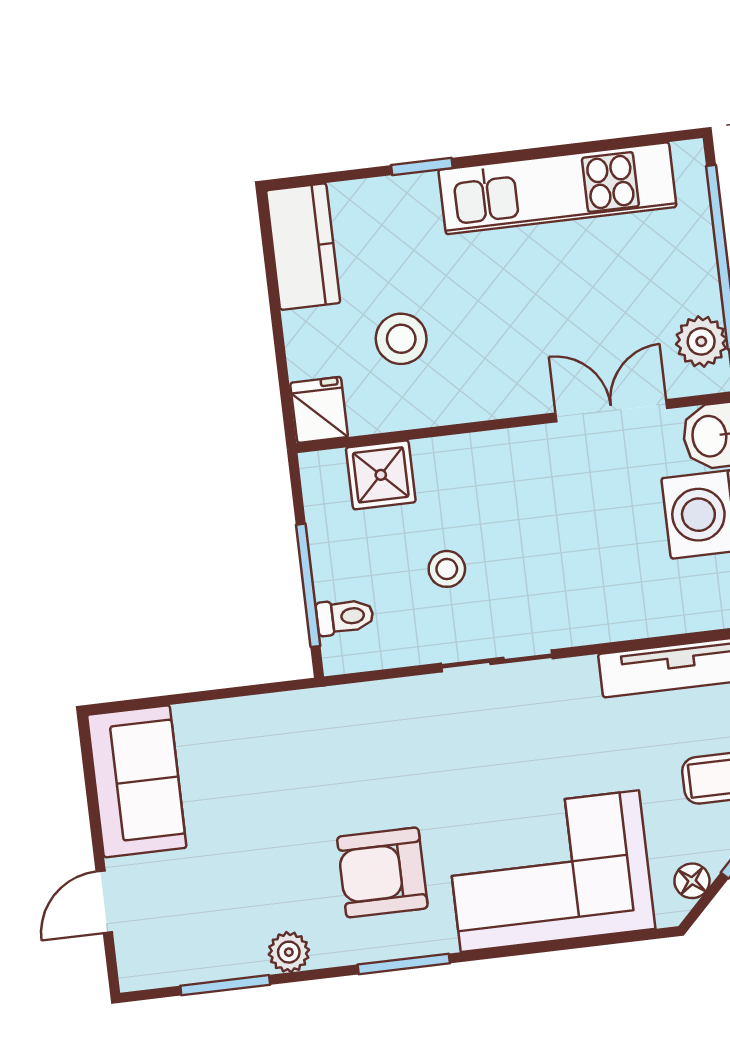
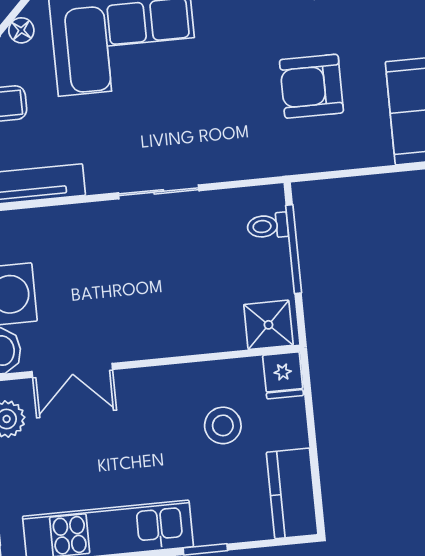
shower: (381, 475) -> (268, 325), moved
stool: (447, 569) -> (193, 259), removed
armchair: (382, 872) -> (311, 86), moved, turned 180

